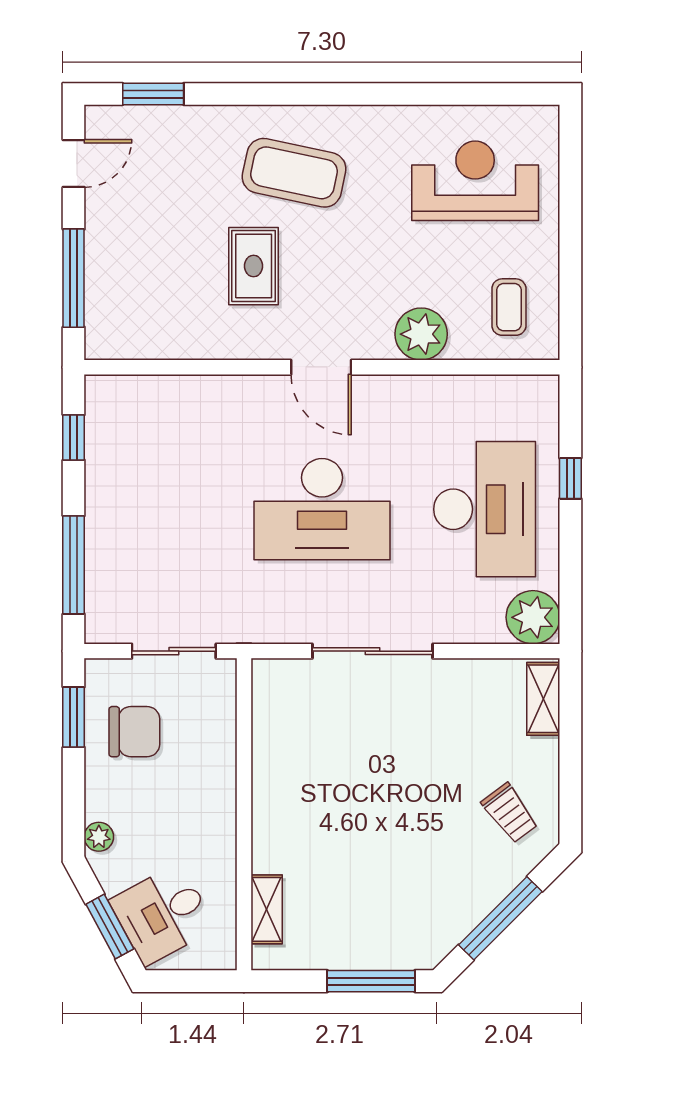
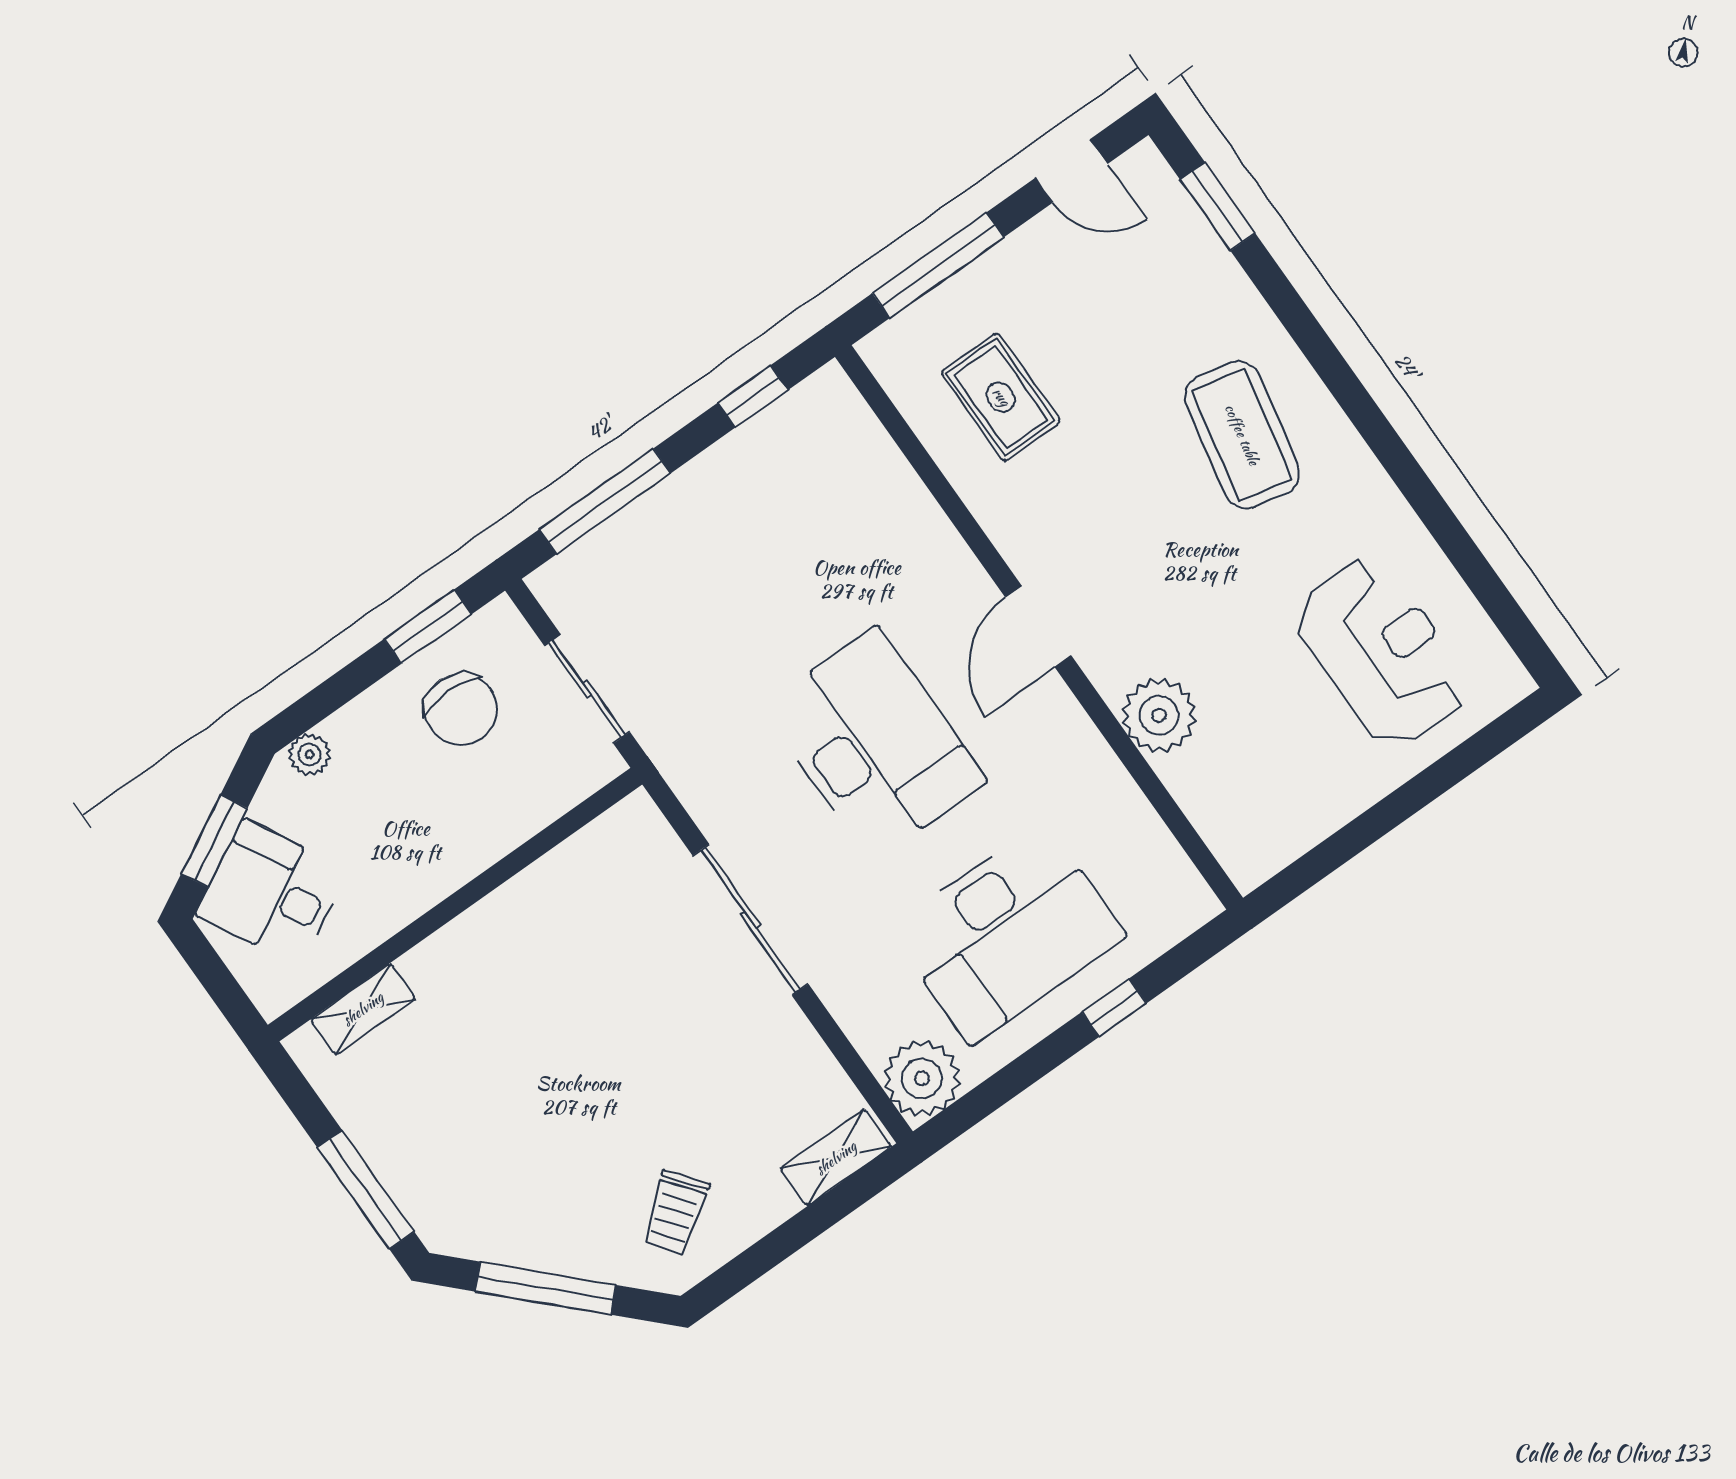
rug: (254, 266) -> (1001, 397), moved, turned 90
coffee table: (509, 307) -> (1263, 795), removed
desk: (322, 509) -> (874, 744), turned 180

